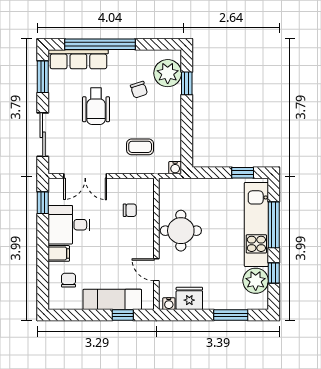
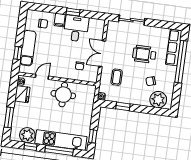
window: (43, 77) -> (166, 25), removed
window: (187, 83) -> (123, 106), moved
double door: (85, 176) -> (102, 54), moved
window: (43, 203) -> (73, 12), moved

